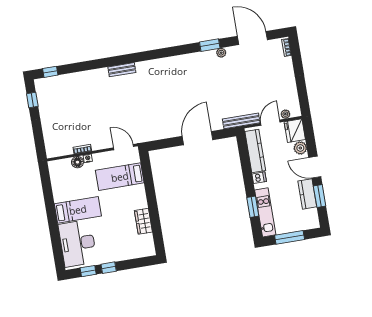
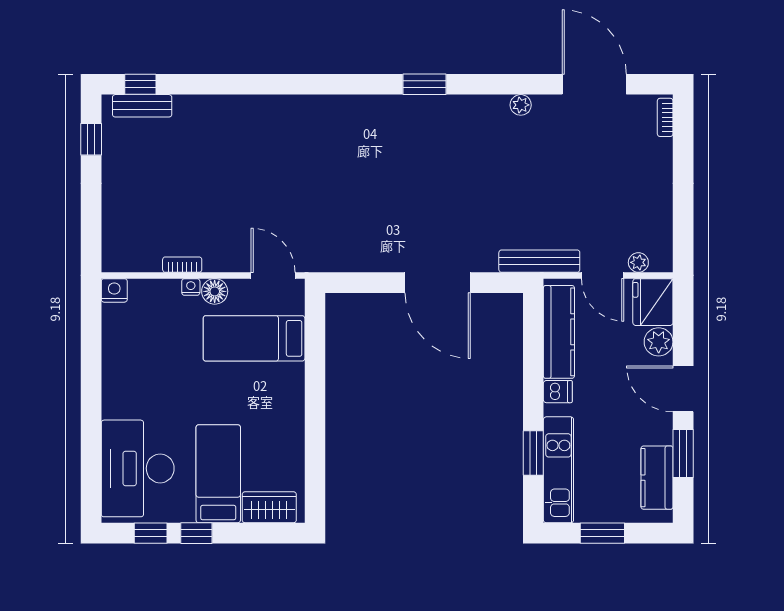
window: (210, 45) -> (425, 84), moved
bench: (122, 70) -> (142, 106), moved
door: (270, 123) -> (603, 275), swing flipped
door: (197, 138) -> (438, 283), swing flipped
floor lamp: (77, 162) -> (215, 291), moved
nightstand: (54, 166) -> (114, 290), added
kitchen counter: (307, 194) -> (657, 478), moved
bed: (78, 210) -> (218, 474), moved, turned -90
wardrobe: (143, 221) -> (269, 507), moved, turned 90
window: (290, 237) -> (602, 533), width x0.69

